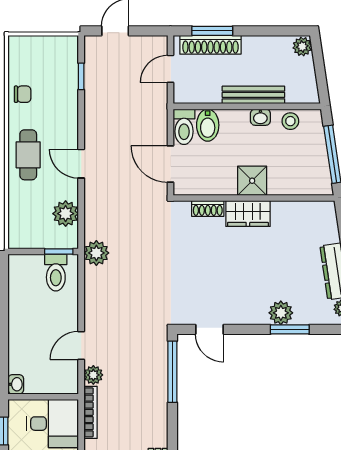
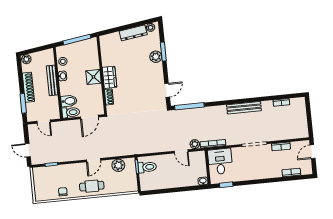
shoe rack: (210, 45) -> (28, 87), moved
plant: (96, 253) -> (136, 149), removed

